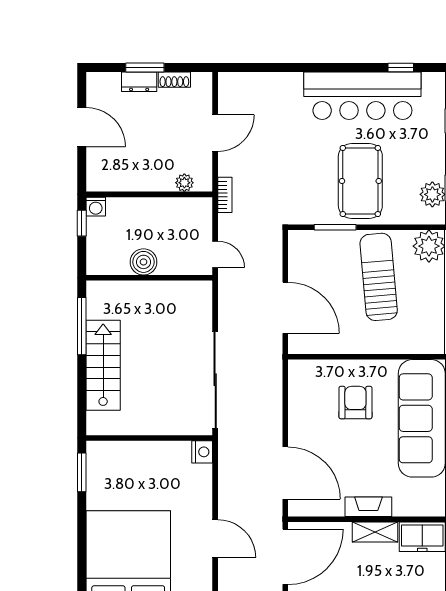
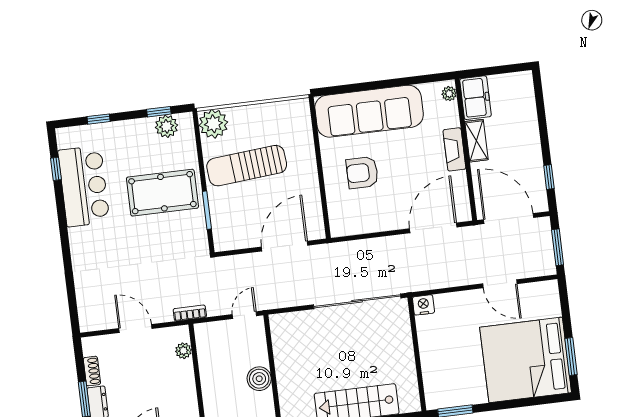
bar counter: (362, 96) -> (84, 186), width x0.73
plant: (430, 508) -> (449, 94), added
door: (215, 538) -> (500, 284), swing flipped

